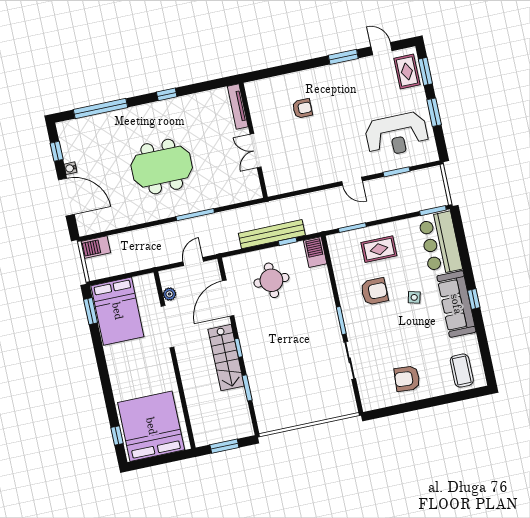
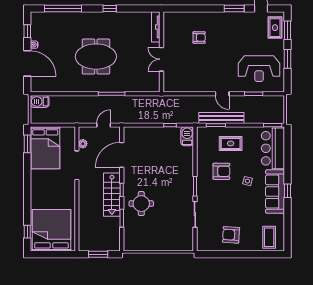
bench: (272, 234) -> (221, 118), moved
round table: (271, 280) -> (141, 204), moved

